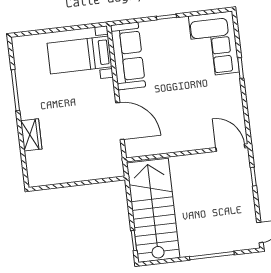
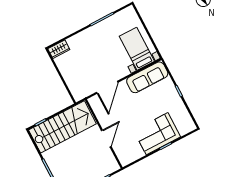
corner sofa: (214, 44) -> (157, 134), moved
wardrobe: (31, 135) -> (59, 49), moved
door: (230, 148) -> (106, 139), moved

